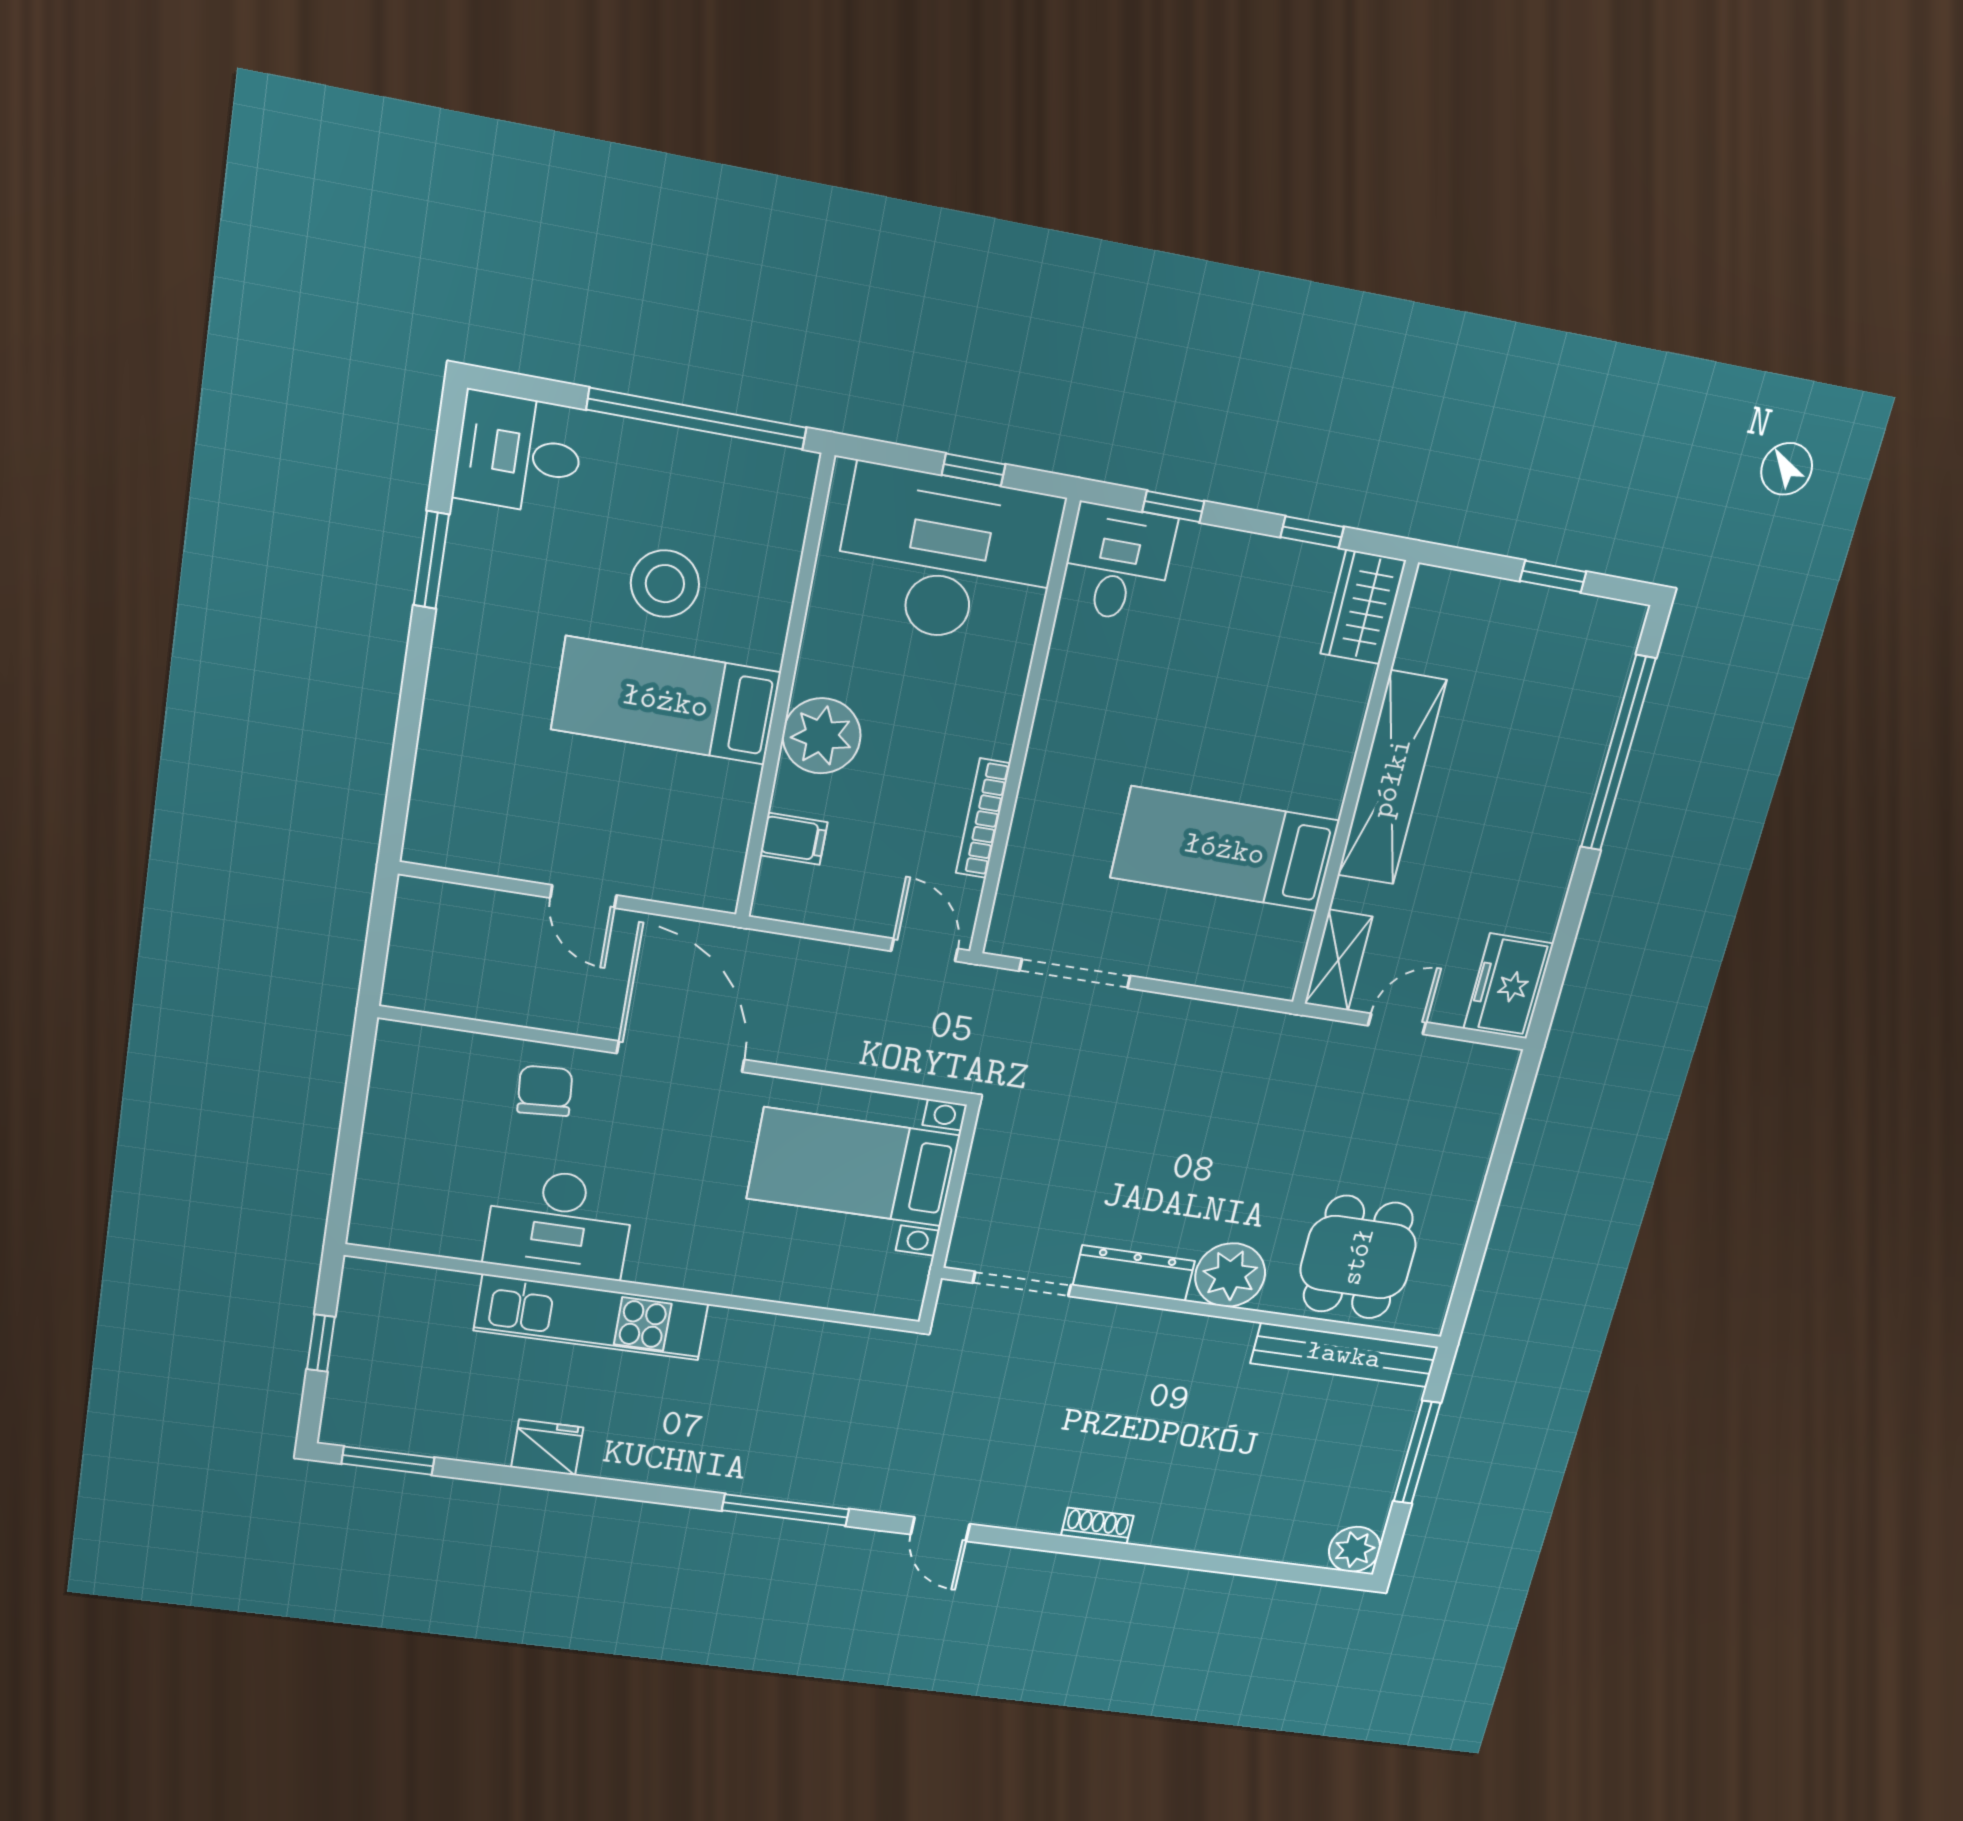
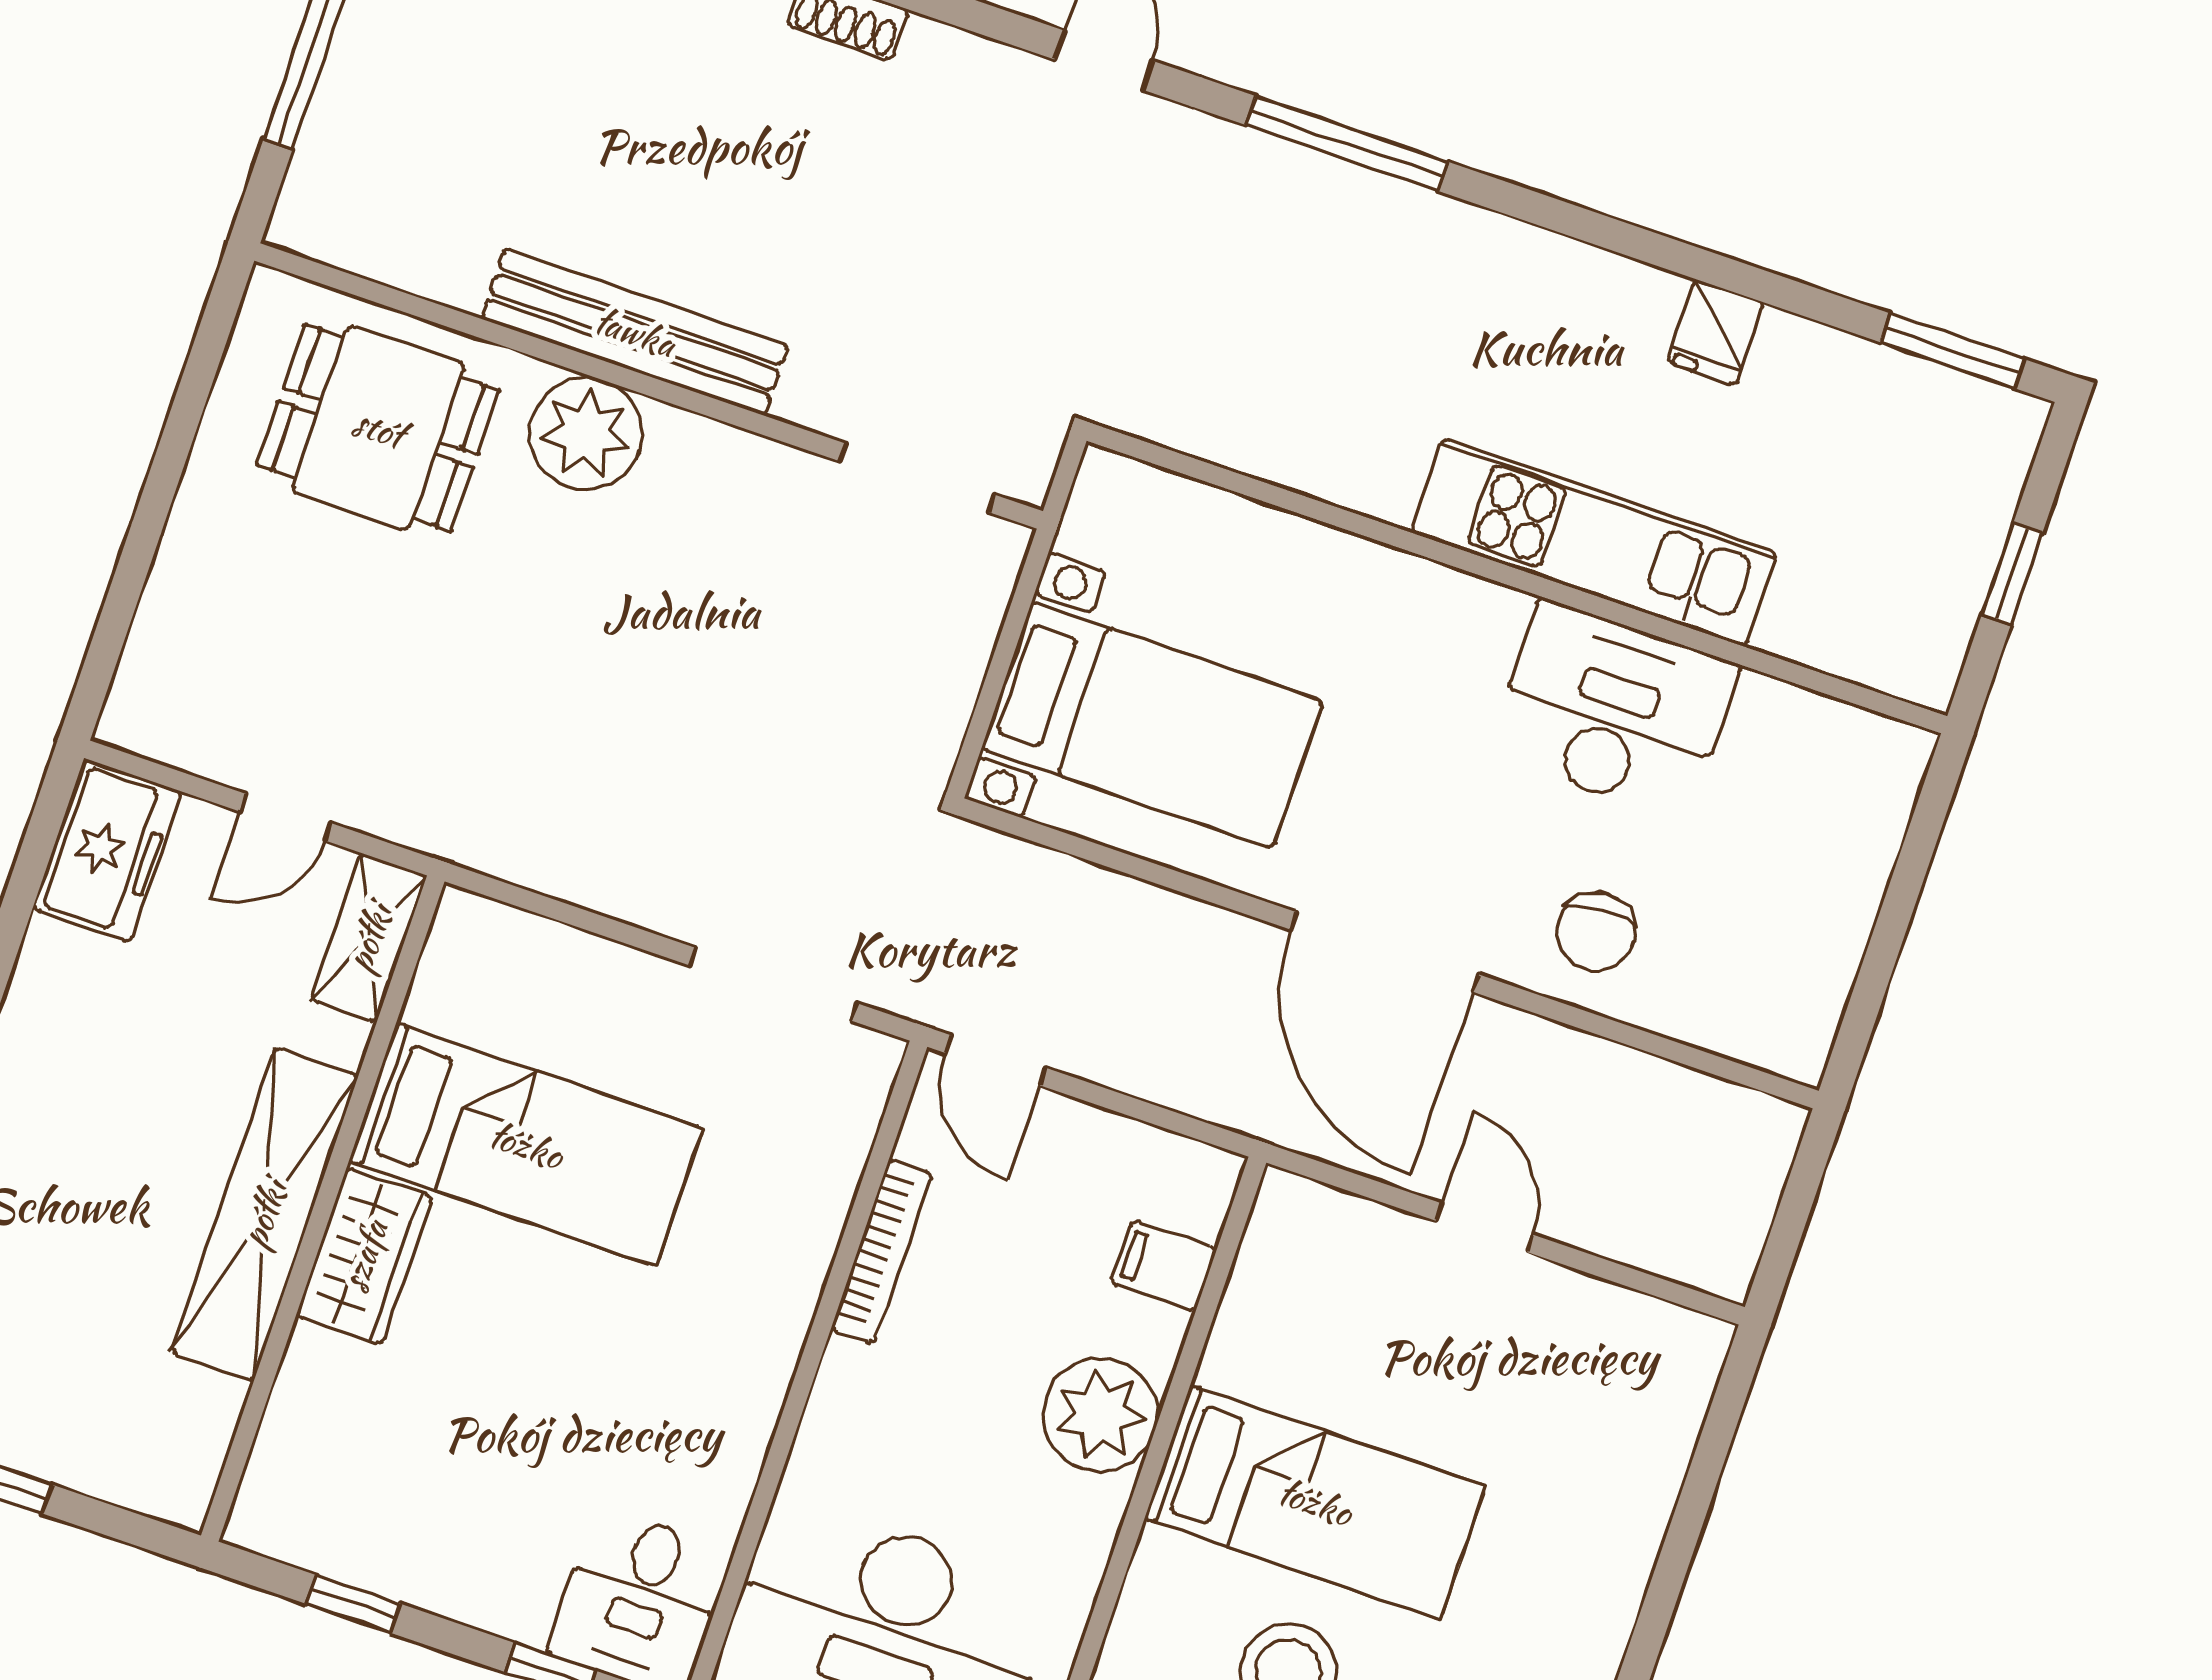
wardrobe: (1363, 607) -> (364, 1256), moved
dining table: (1358, 1257) -> (378, 428), turned 90
dresser: (1134, 1273) -> (739, 465), removed
bench: (1344, 1355) -> (635, 332), moved
fridge: (547, 1447) -> (1716, 332), width x0.72

